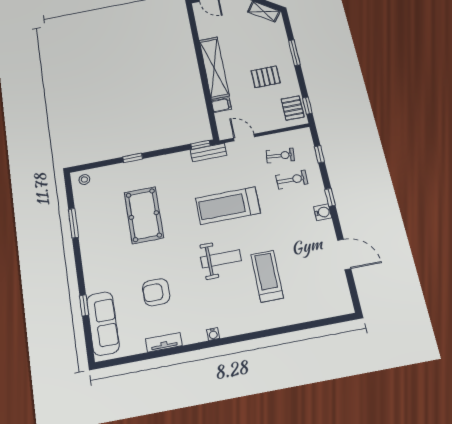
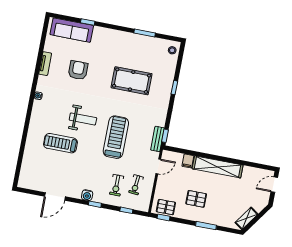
pallet: (266, 77) -> (196, 199), turned 90
weight bench: (221, 259) -> (83, 119), turned -90
treadmill: (267, 276) -> (60, 143), turned 180

